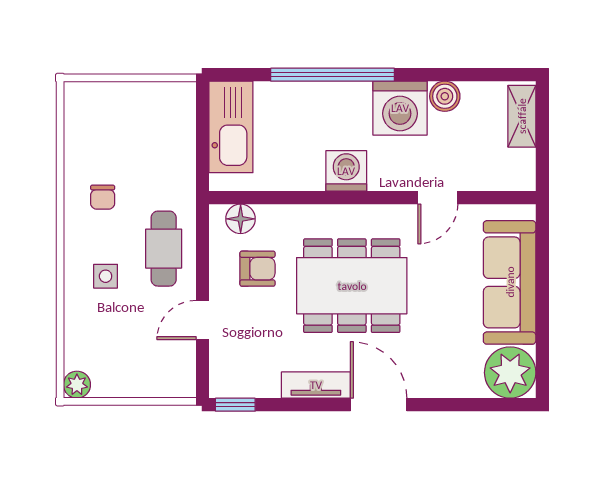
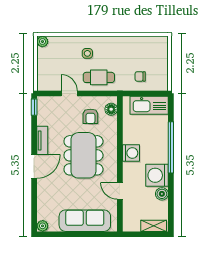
chair: (103, 197) -> (140, 76), moved
plant: (510, 373) -> (43, 226), width x0.53, depth x0.53

